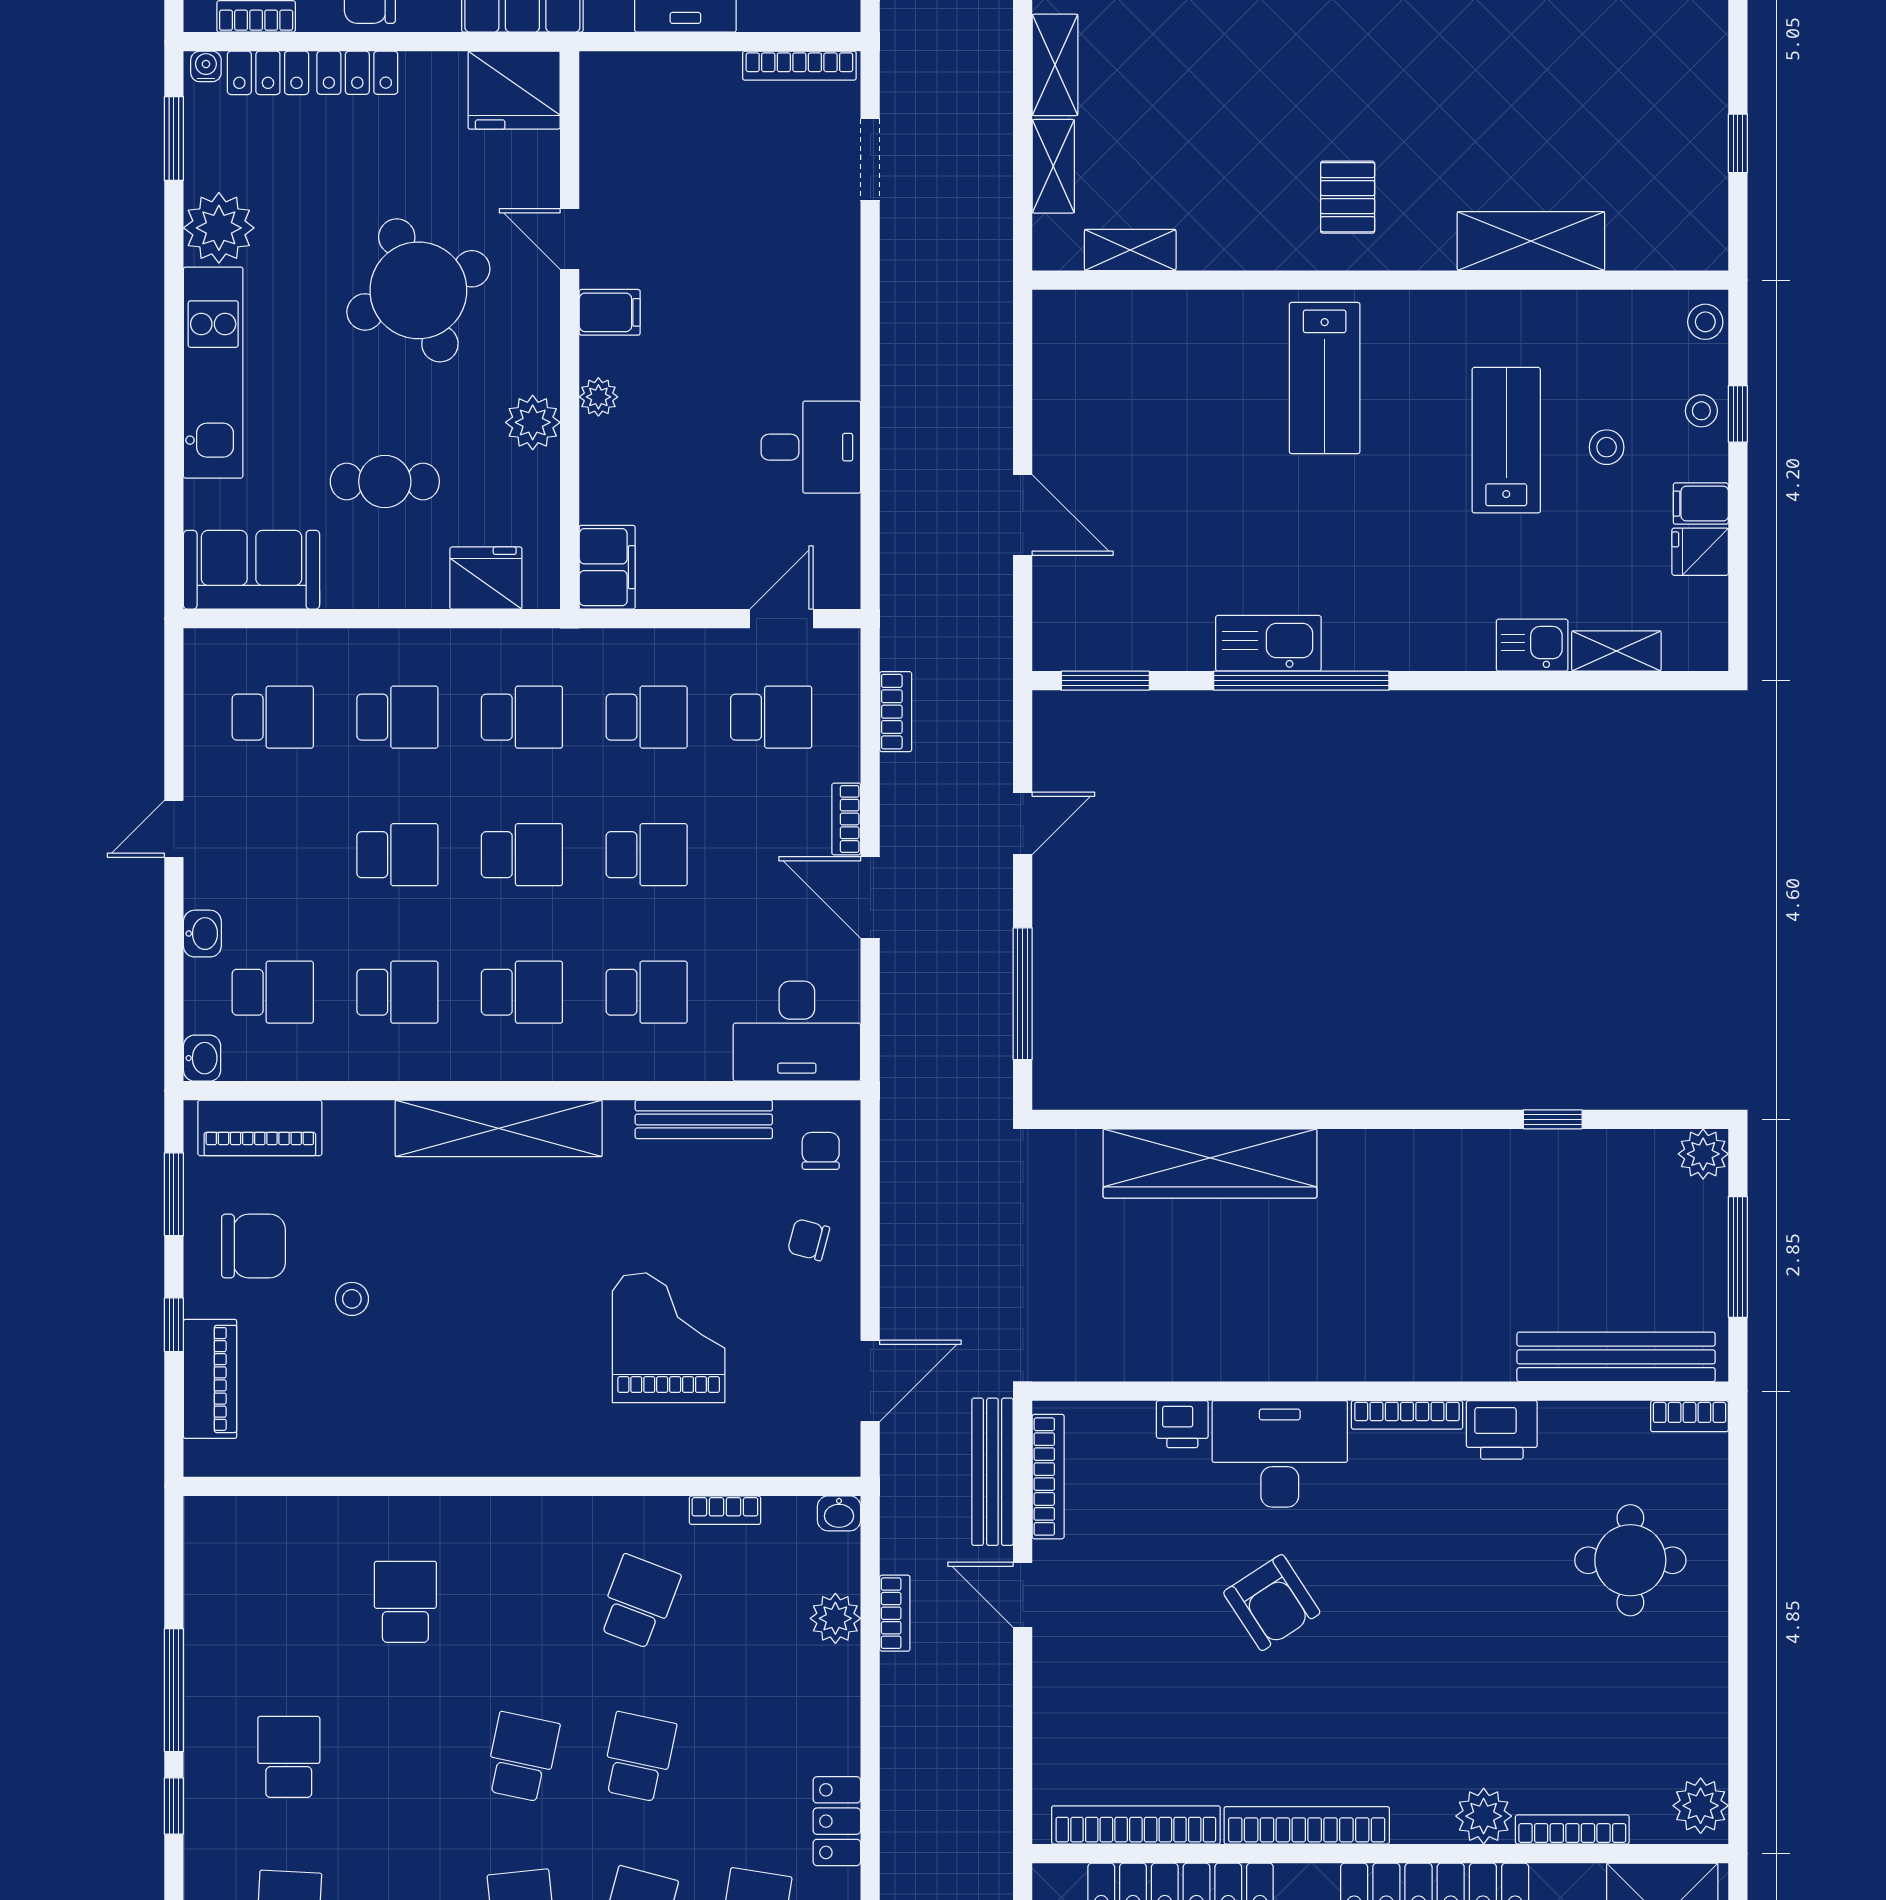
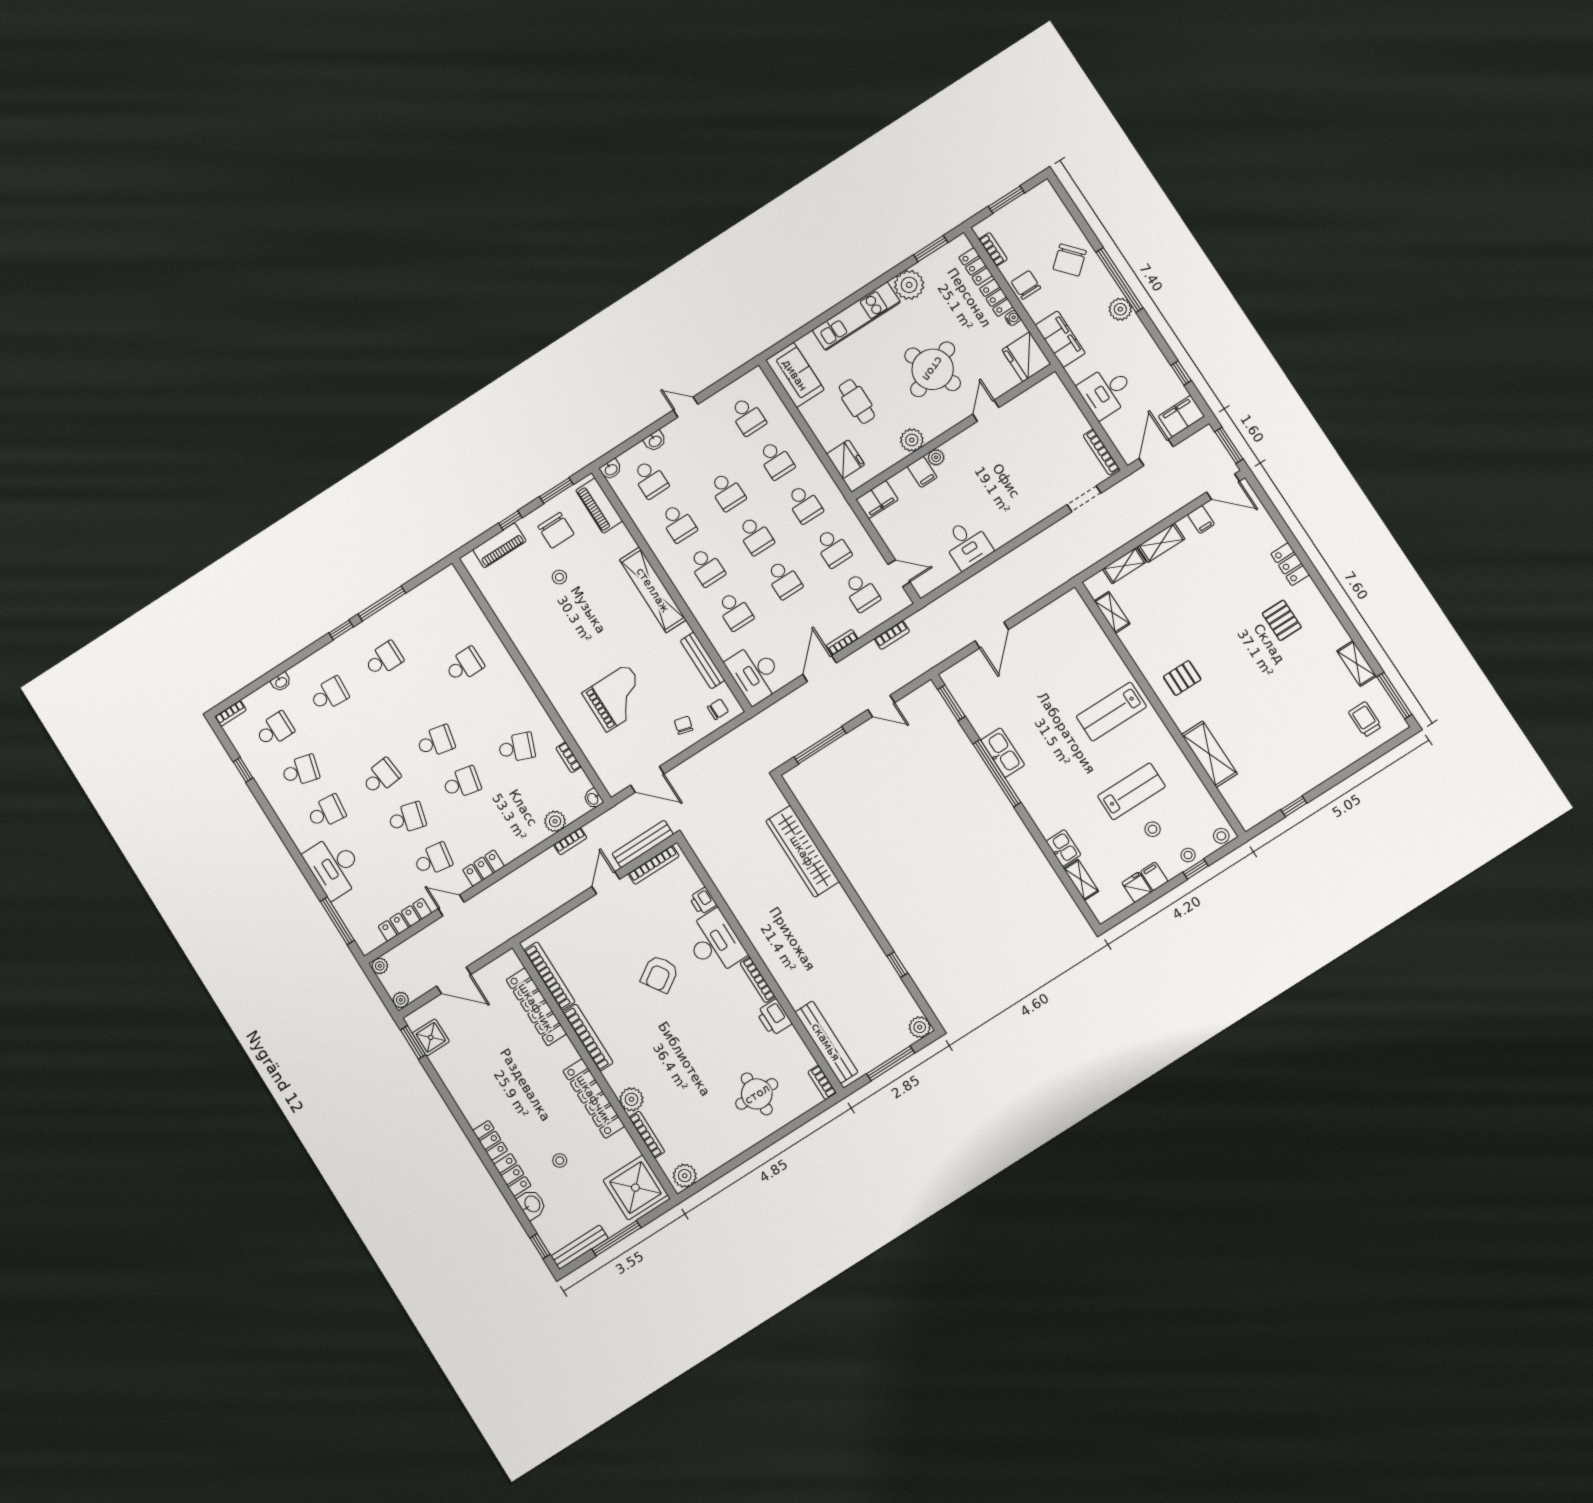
water cooler: (206, 66) -> (1013, 318), moved
filing cabinet: (610, 312) -> (922, 472), moved

